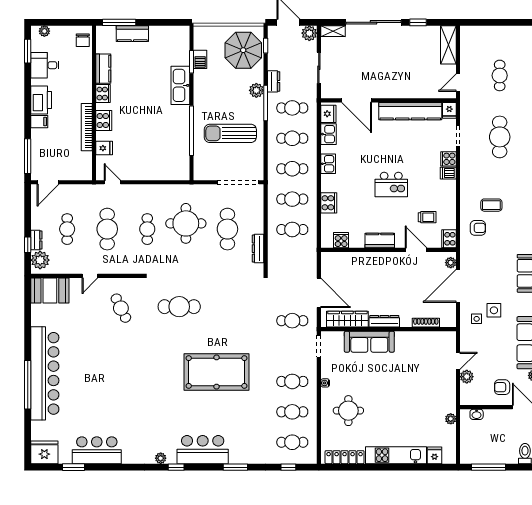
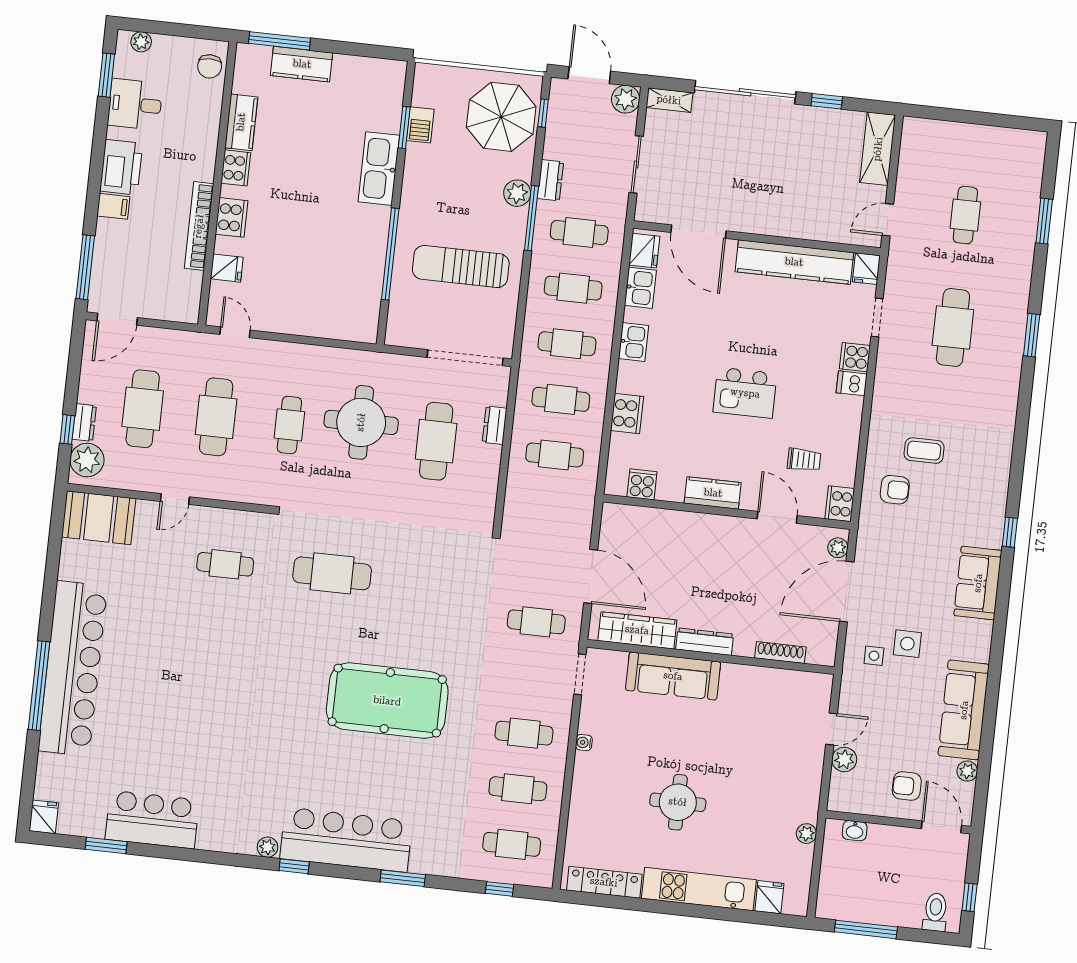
cafe table: (67, 229) -> (143, 409), width x1.37, depth x1.35
dresser: (258, 249) -> (495, 425), moved, width x0.70
cafe table: (121, 308) -> (225, 564), turned -64
round table: (348, 411) -> (678, 802), moved
bar counter: (203, 450) -> (346, 840), width x1.36
fridge: (44, 452) -> (44, 817), width x0.53, depth x0.75

